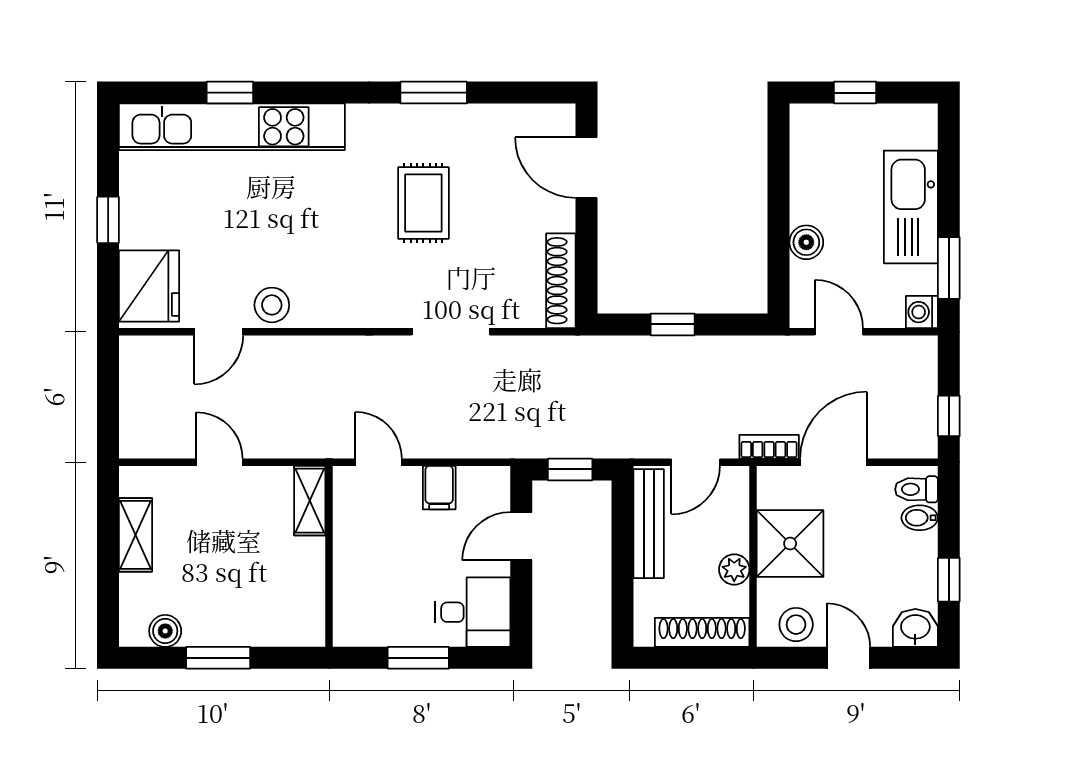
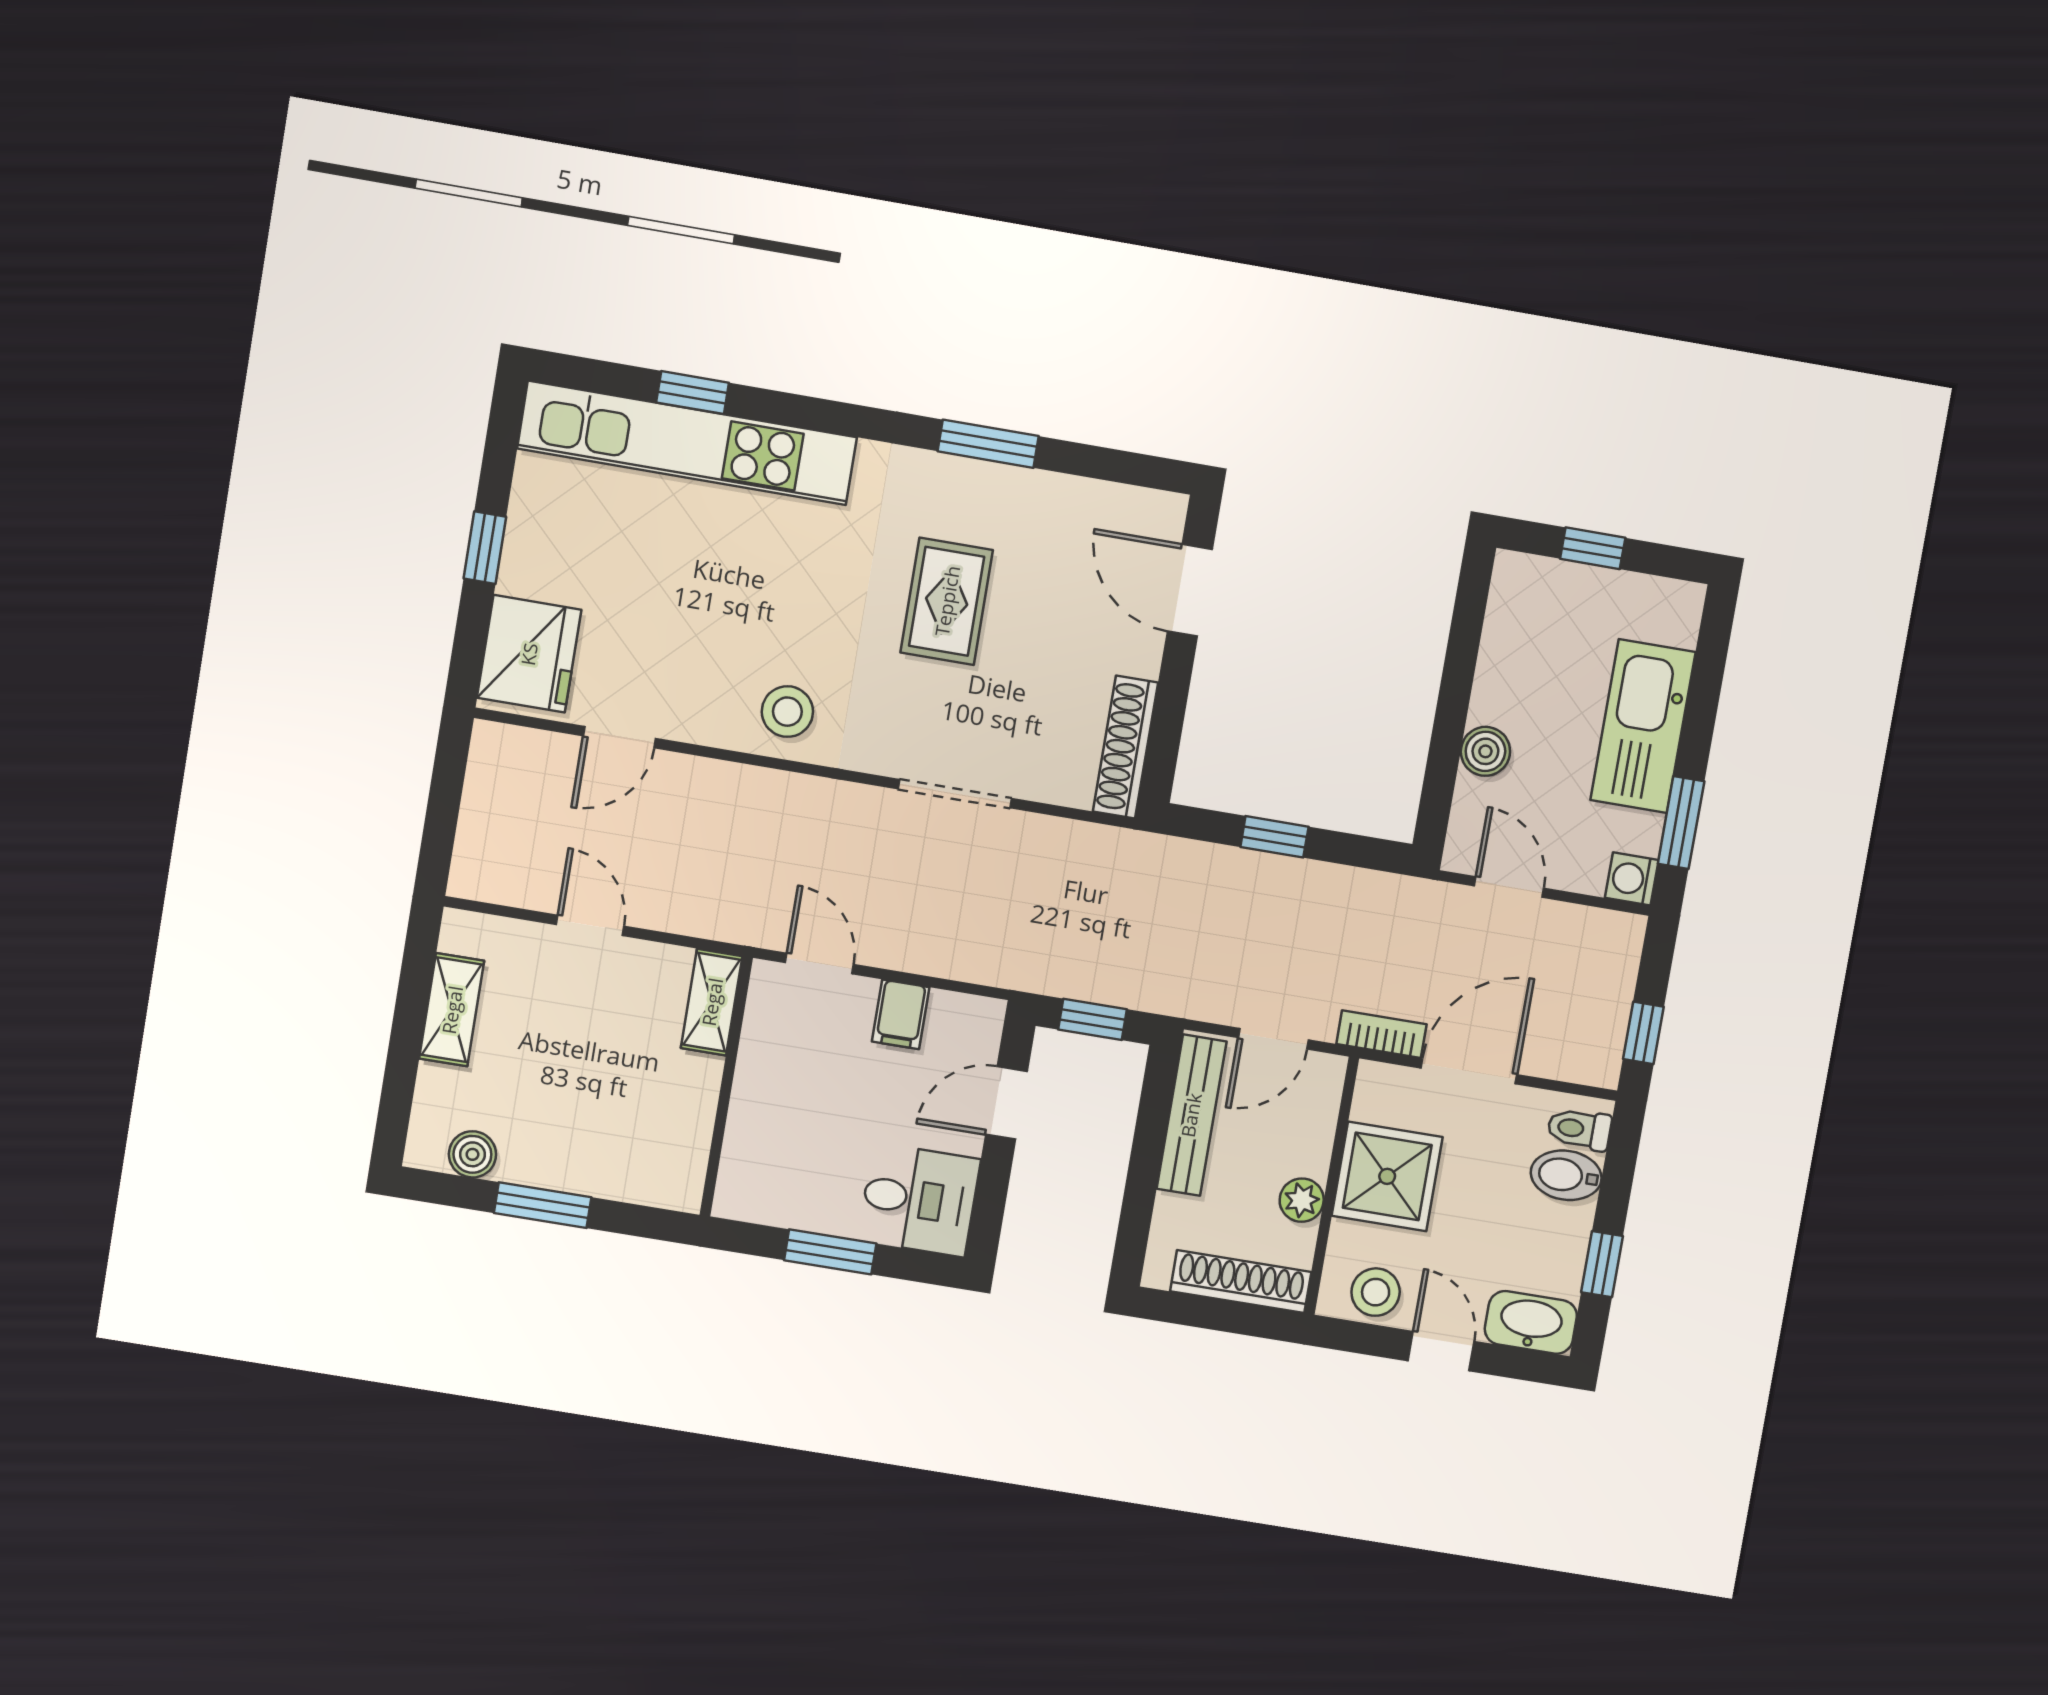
stool: (272, 305) -> (787, 712), moved
bidet: (920, 518) -> (1566, 1175), width x1.38, depth x1.36
washbasin: (915, 628) -> (1531, 1322), width x1.38

